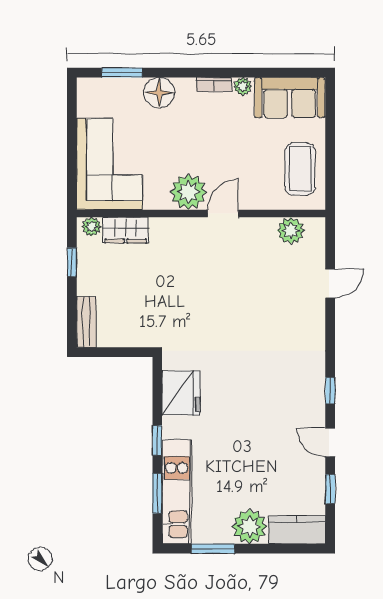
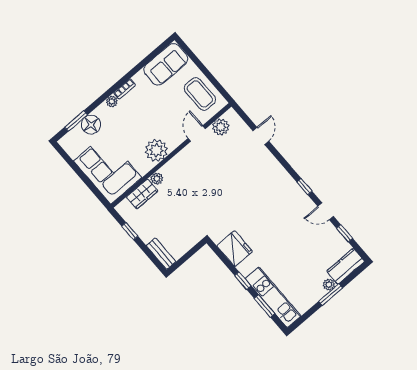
plant: (243, 86) -> (112, 102), moved
floor lamp: (159, 93) -> (91, 125), moved
door: (223, 214) -> (197, 133), moved
plant: (92, 227) -> (157, 179), moved
plant: (249, 527) -> (329, 285), width x0.53, depth x0.53
window: (213, 549) -> (331, 295), moved

